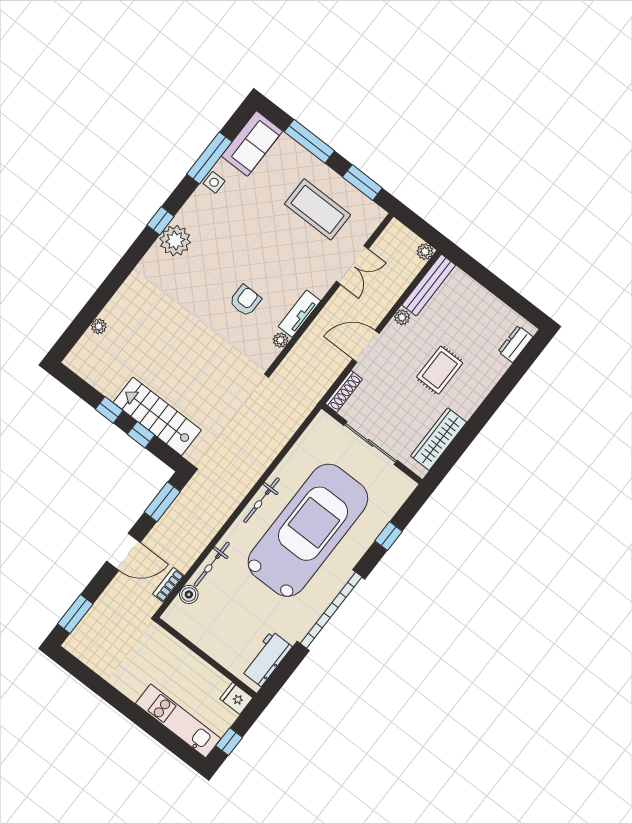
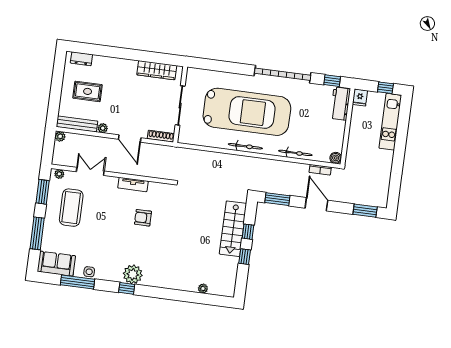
plant: (281, 340) -> (59, 174), moved
rug: (440, 370) -> (88, 91), moved
car: (308, 530) -> (247, 112), turned 180
window: (389, 536) -> (332, 81), moved
boiler: (189, 594) -> (336, 158), moved
workbench: (266, 659) -> (340, 104), moved, turned 90

